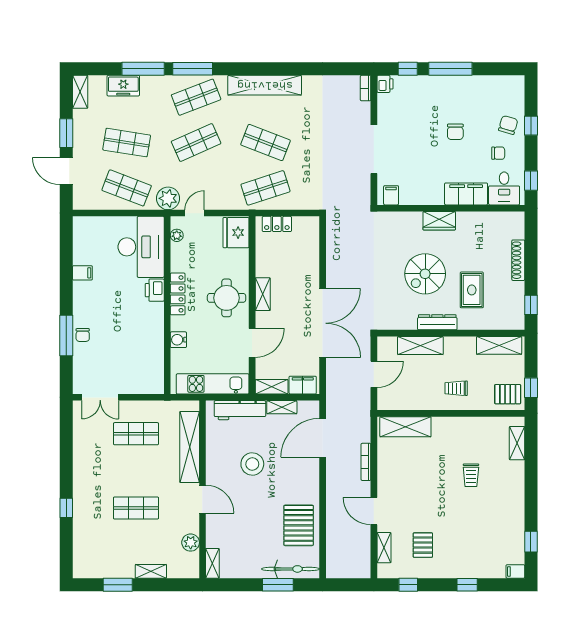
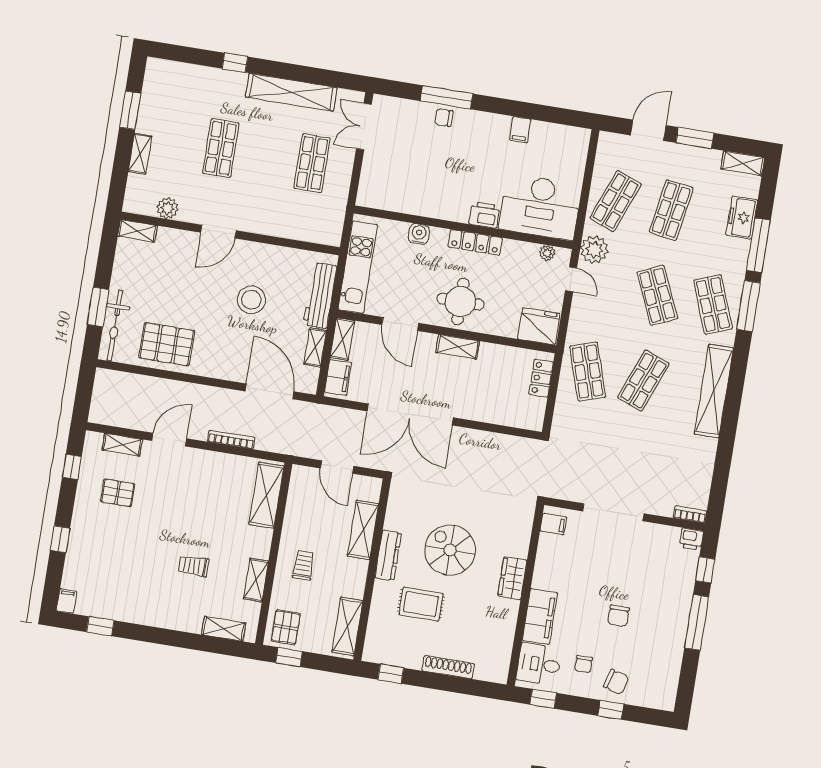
chair: (455, 132) -> (618, 616), turned -90
shelving: (474, 424) -> (256, 580), added
shelving: (190, 447) -> (291, 92), moved

